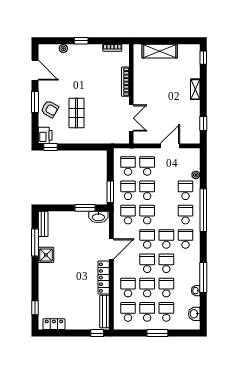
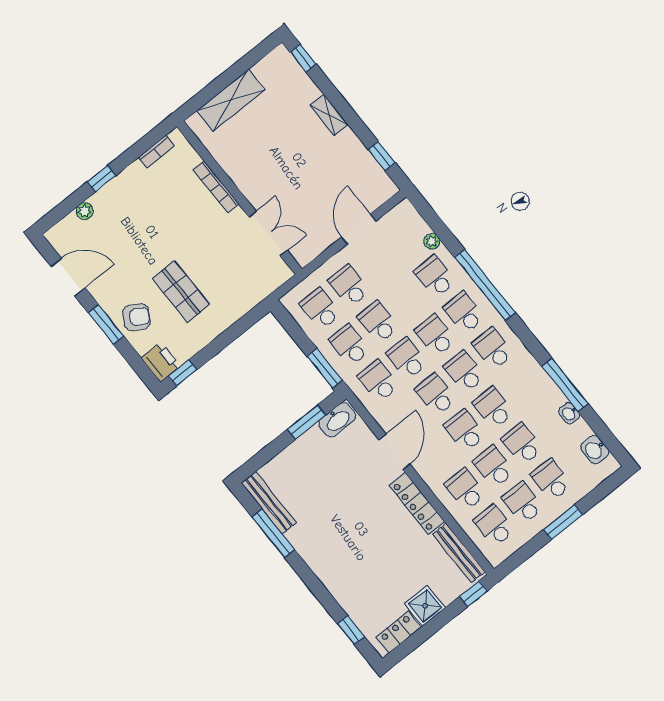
school desk: (166, 215) -> (435, 335), added
bench: (43, 224) -> (269, 503), width x1.36
shower: (46, 255) -> (425, 606), moved

